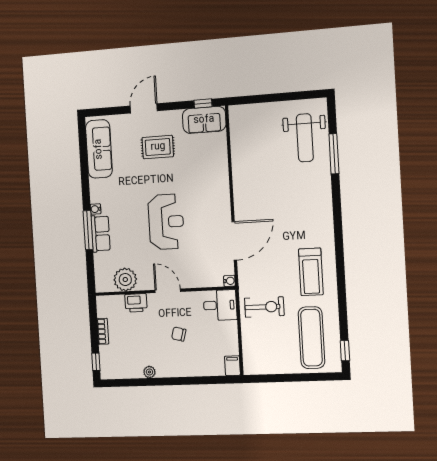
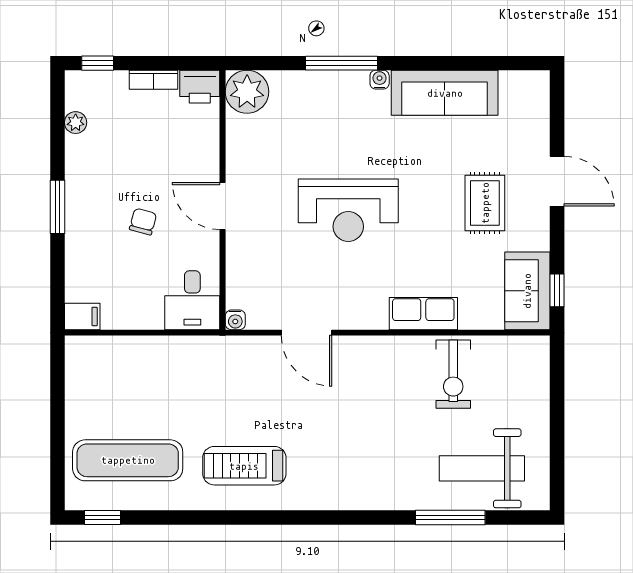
sofa: (99, 149) -> (445, 93), moved
row of seats: (101, 234) -> (423, 314), moved, turned 180
door: (234, 241) -> (307, 333), width x0.73
plant: (125, 280) -> (247, 92), moved
door: (168, 291) -> (223, 206), swing flipped
printer: (136, 303) -> (200, 87), moved, turned -90
exercise bike: (264, 307) -> (453, 374), moved
plant: (149, 372) -> (76, 123), moved
window: (174, 381) -> (57, 207), added

